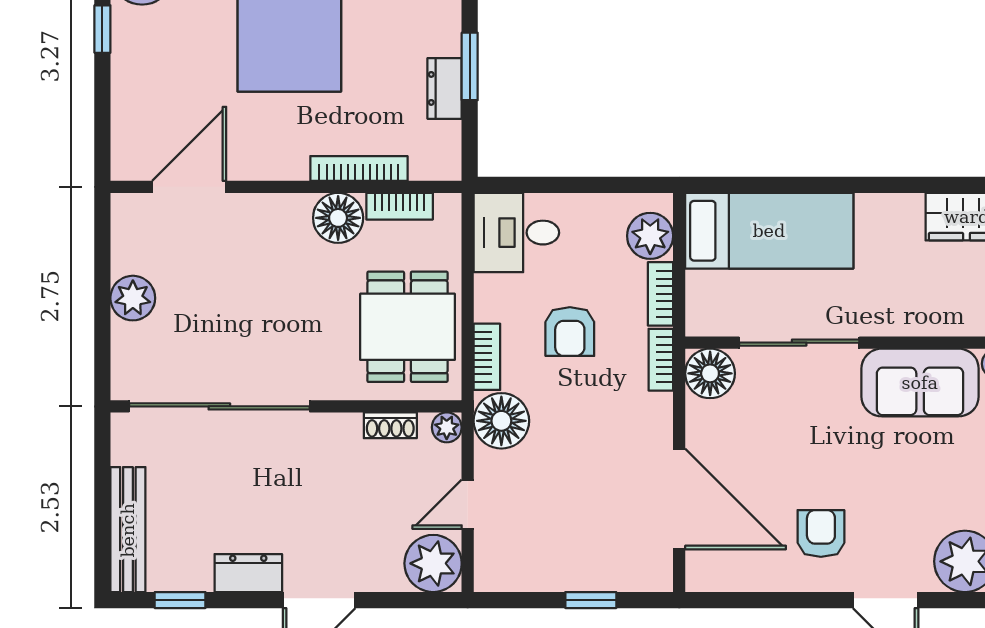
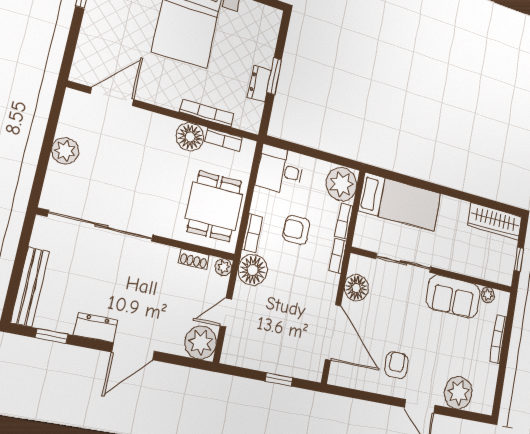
plant: (650, 236) -> (341, 184), width x1.36, depth x1.36
armchair: (570, 332) -> (296, 230), turned 90
floor lamp: (710, 373) -> (356, 288), moved

